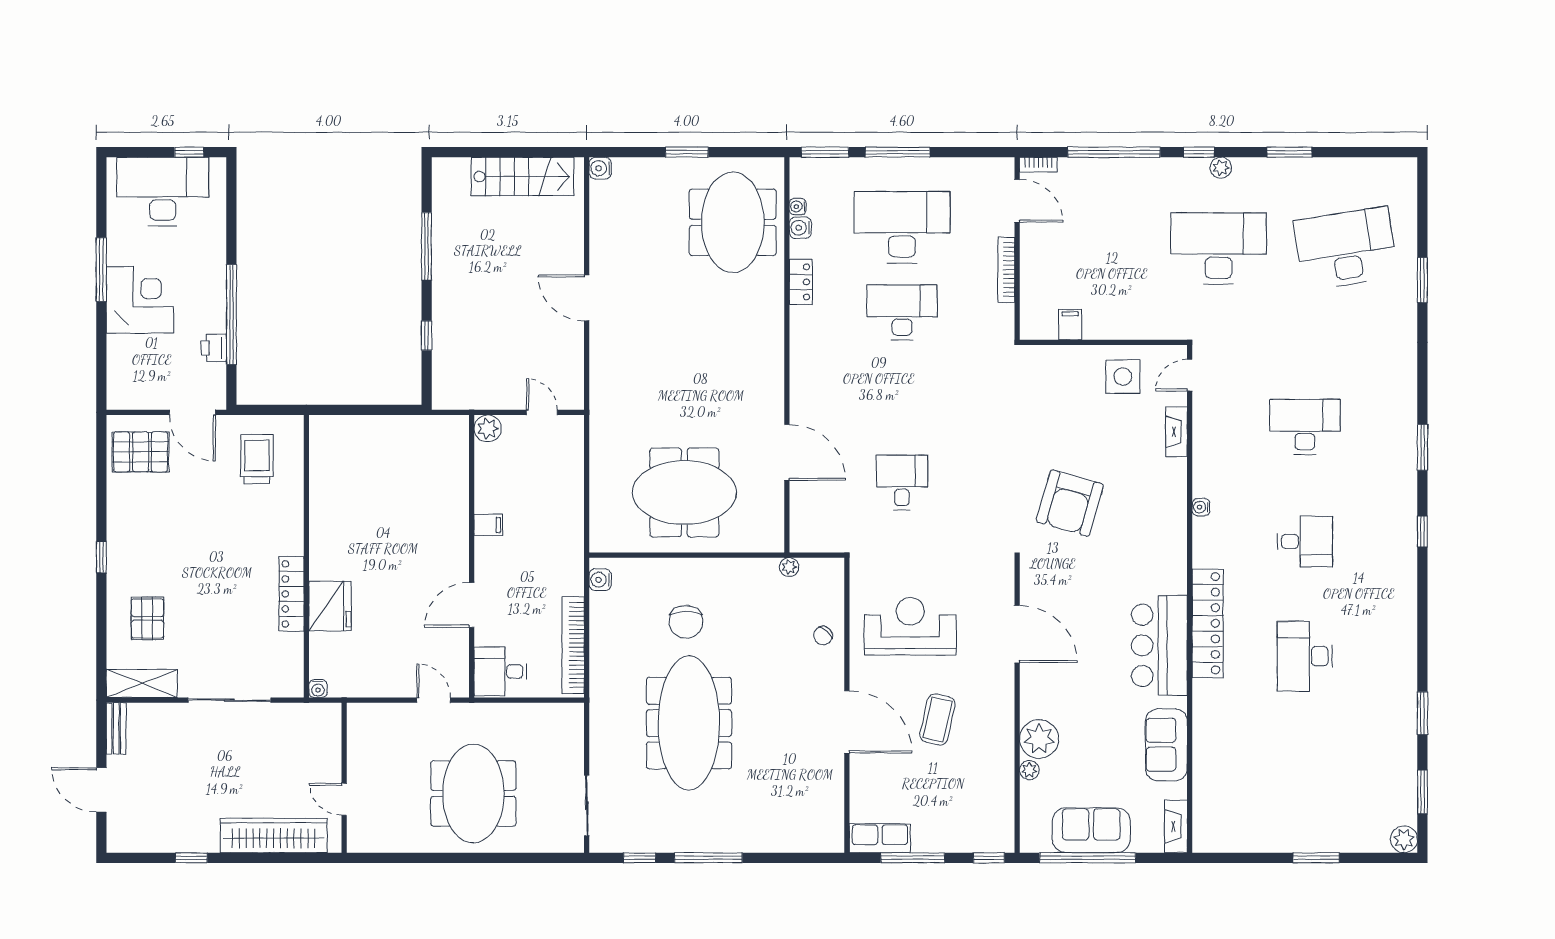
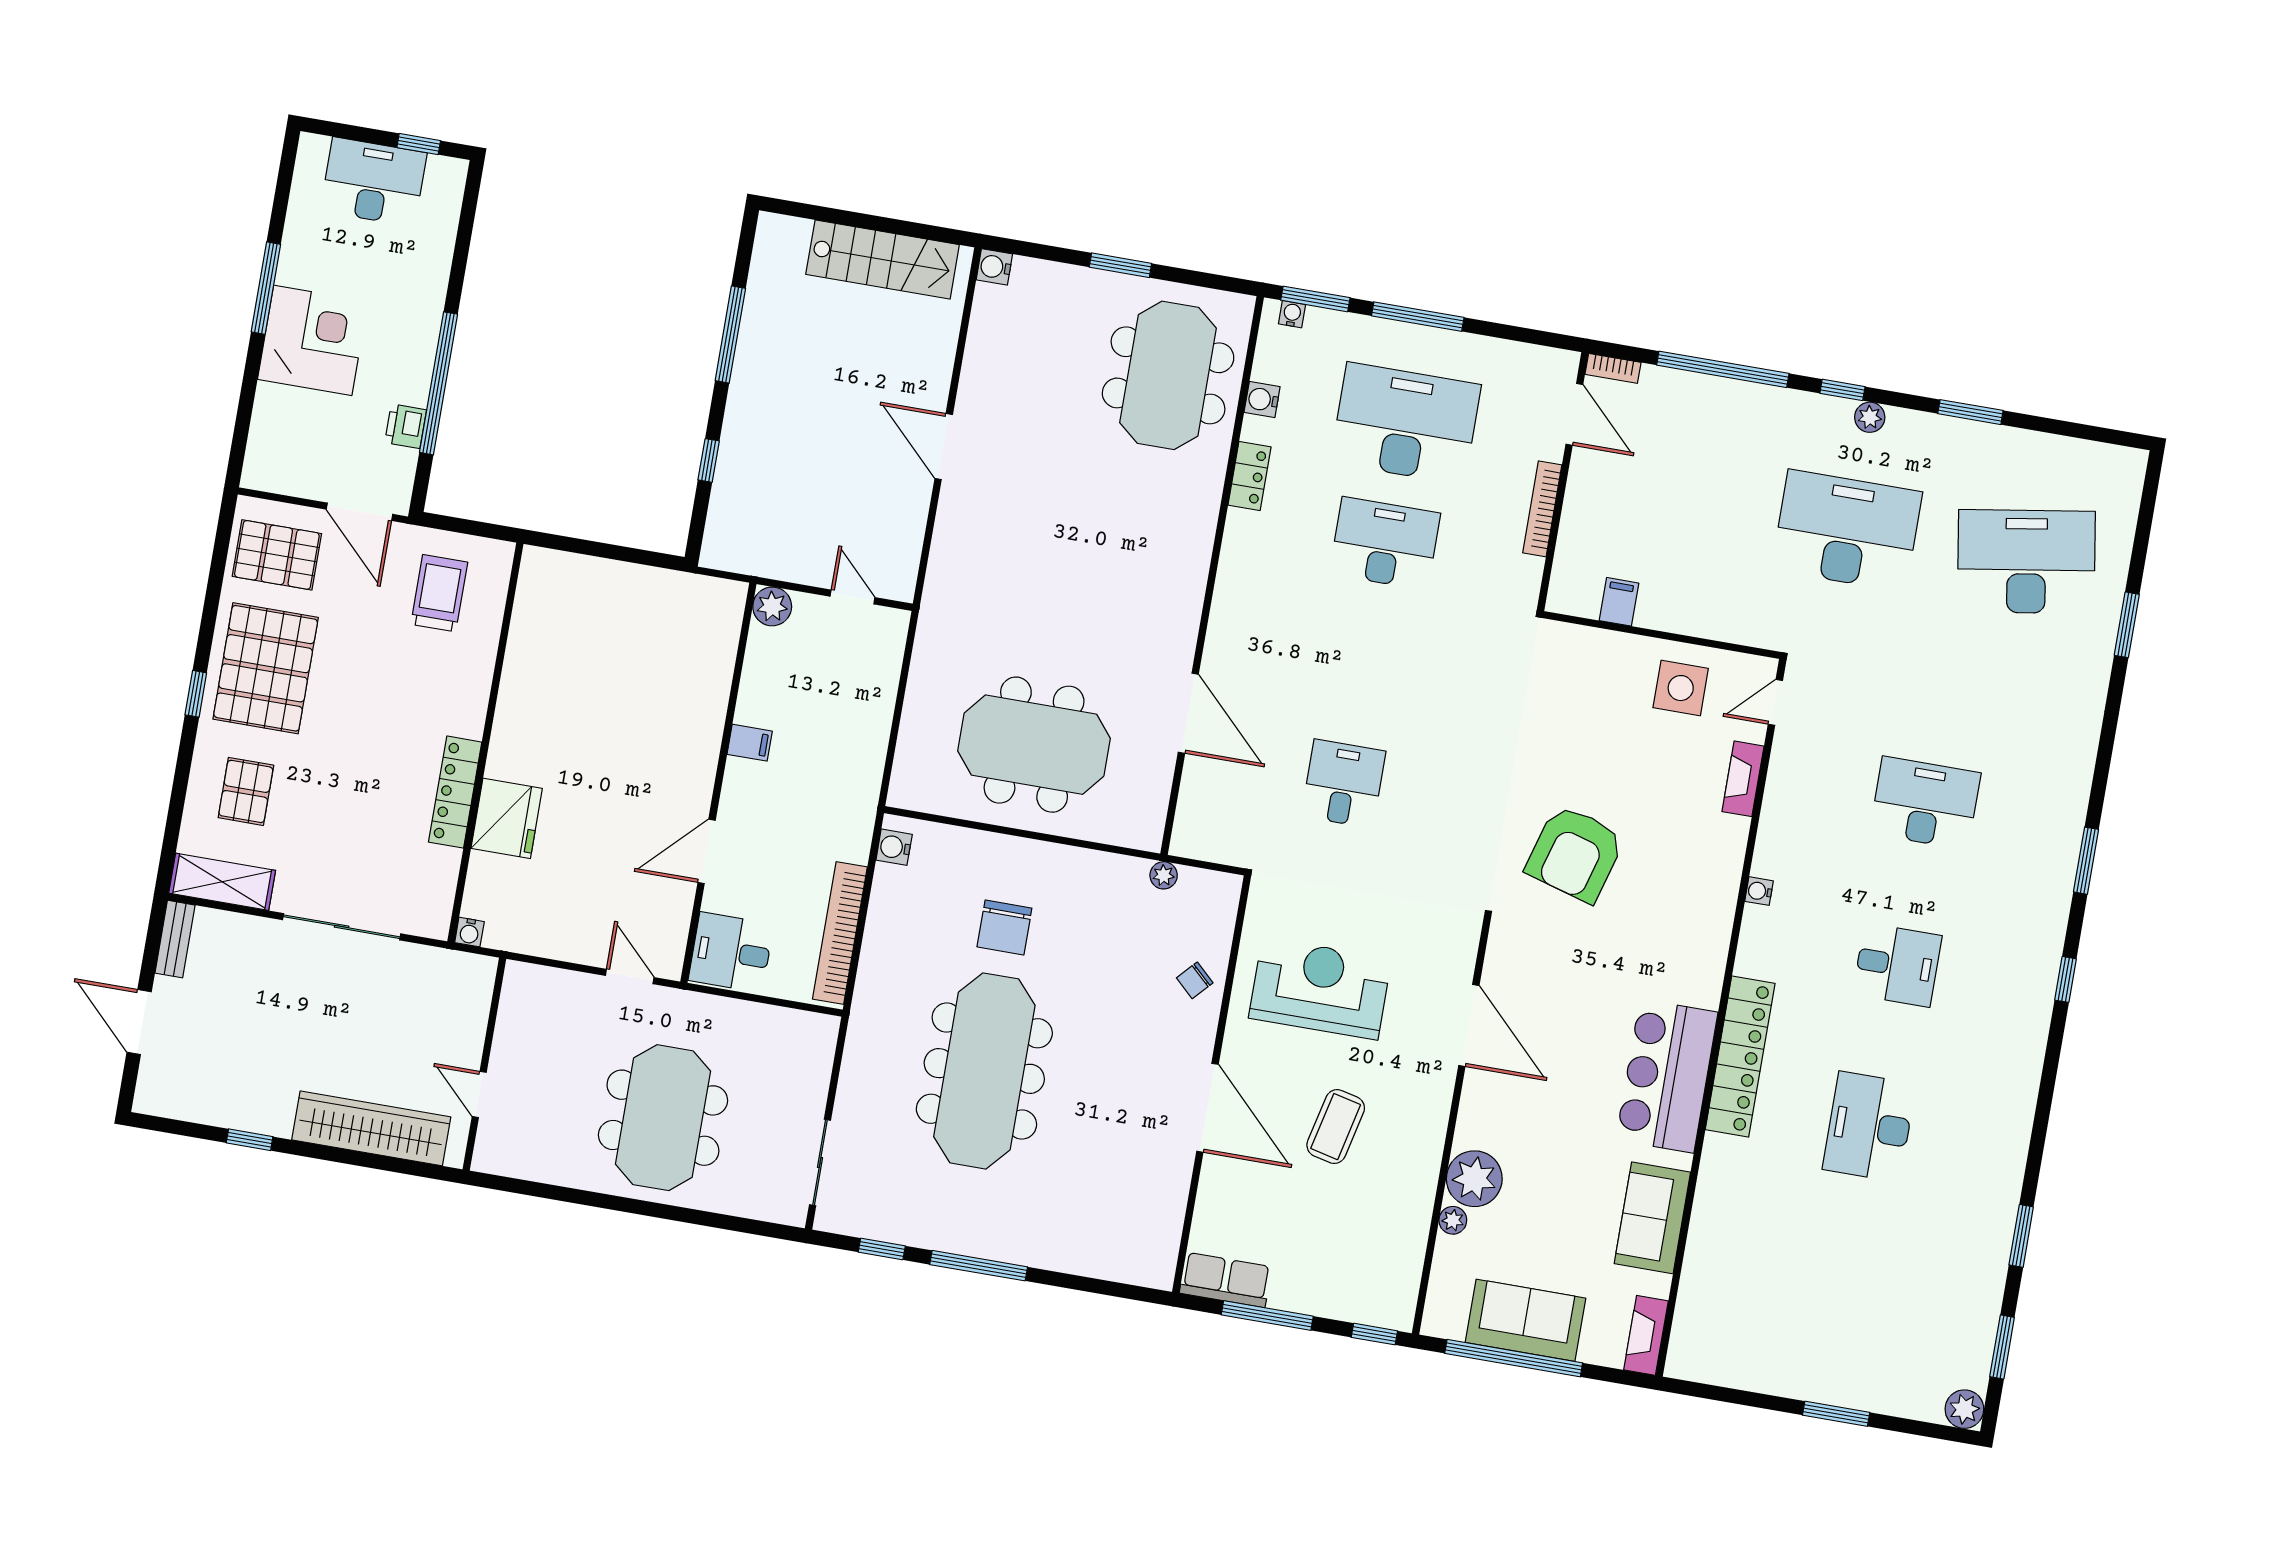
desk: (163, 191) -> (374, 182), width x0.73, depth x0.77
water cooler: (798, 207) -> (1292, 314), moved, turned 90
pallet: (146, 531) -> (266, 668), added

